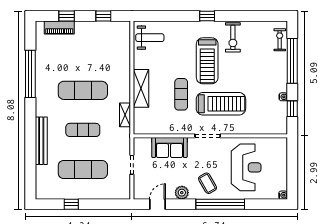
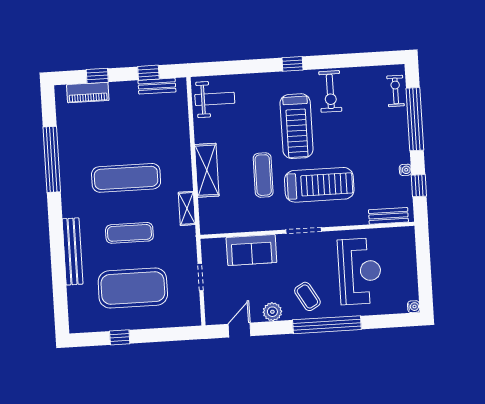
bench: (109, 26) -> (157, 86), added
bench: (269, 129) -> (388, 216), added
exercise mat: (83, 170) -> (133, 288), width x1.47

